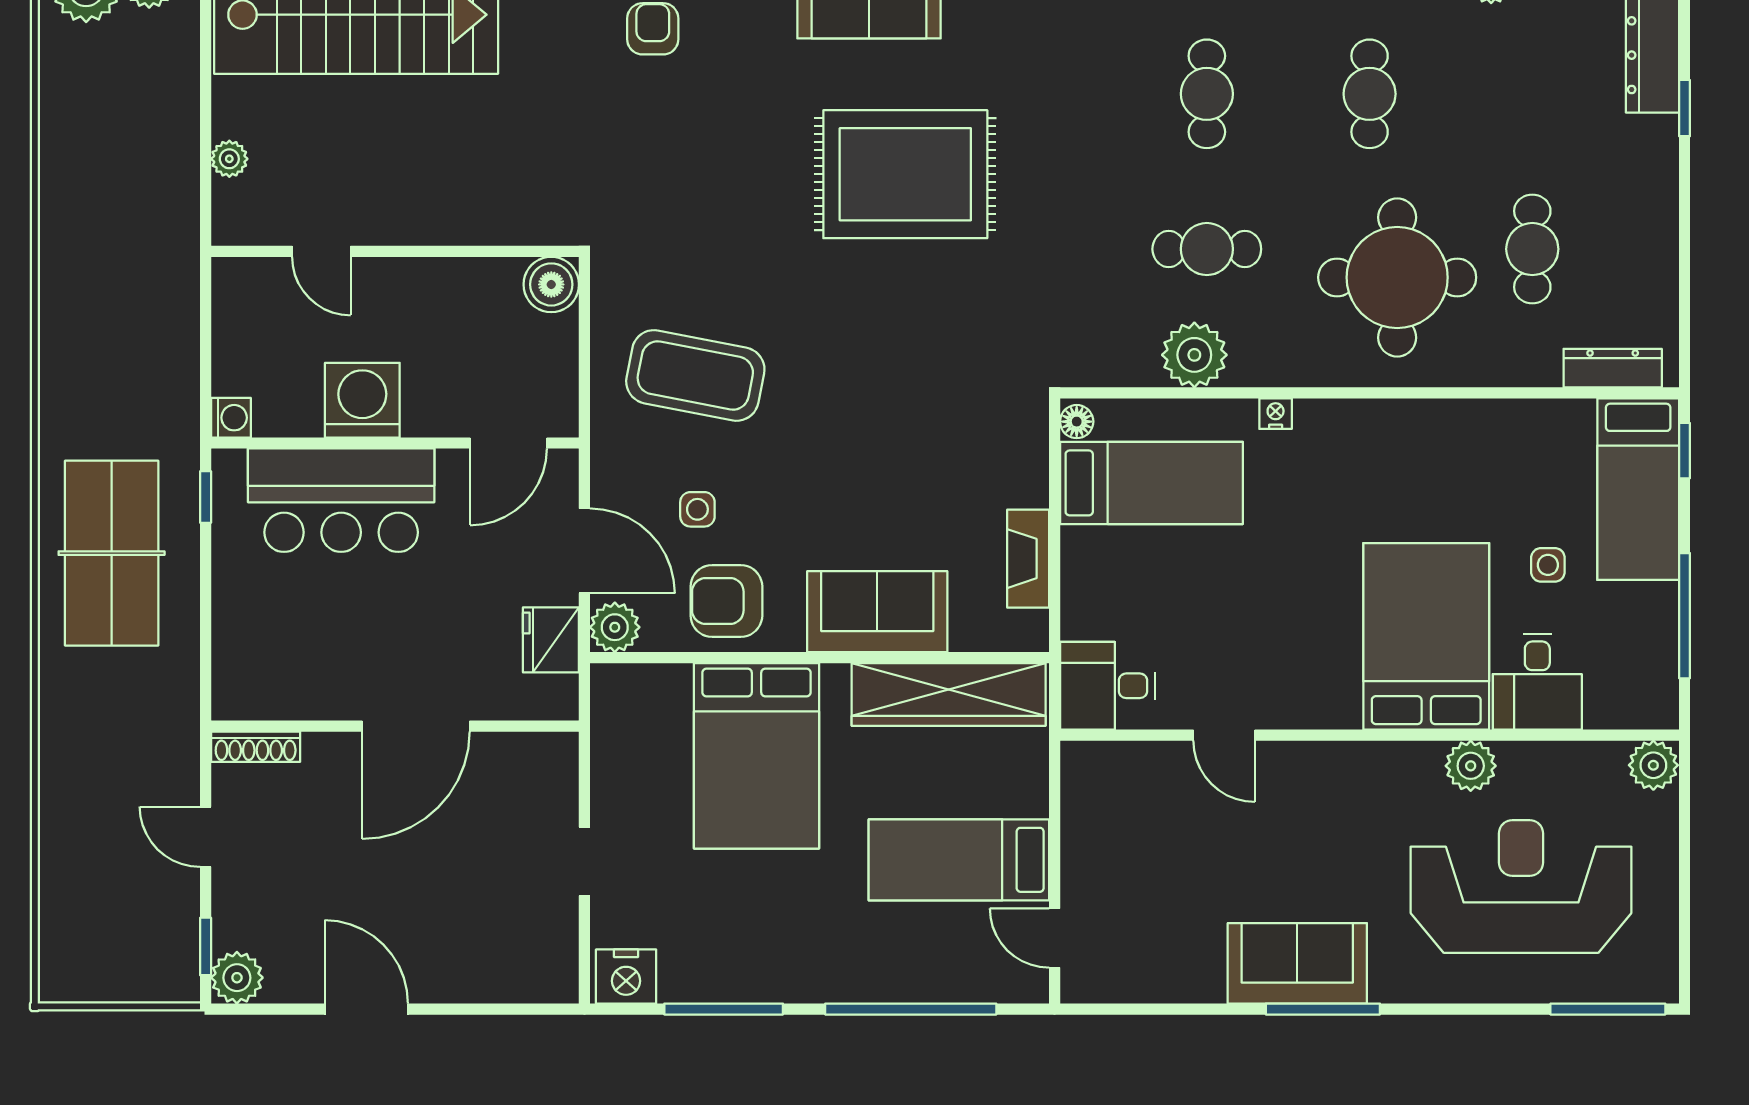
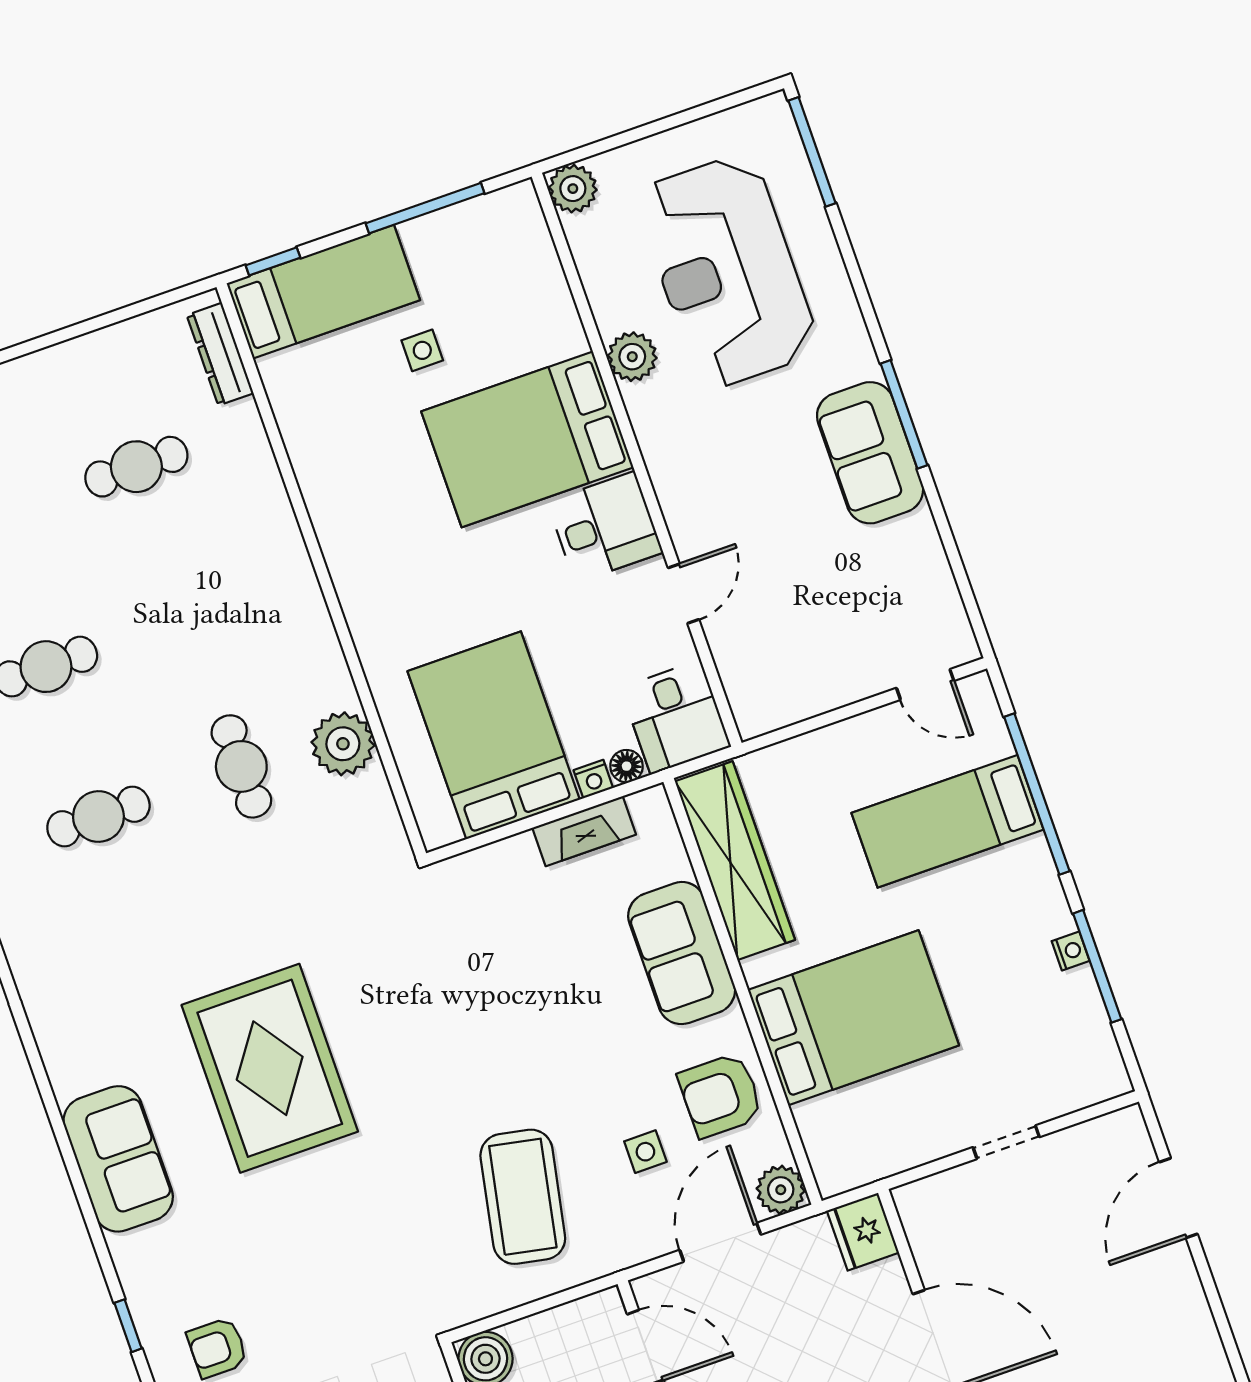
round table: (1397, 277) -> (206, 582), removed
nightstand: (1276, 414) -> (593, 779), moved, turned -90
floor lamp: (1077, 422) -> (627, 766), moved
bed: (1151, 483) -> (494, 735), width x1.50
armchair: (726, 601) -> (721, 1095), turned 90
fridge: (551, 640) -> (863, 1232), moved, turned 90
desk: (1537, 682) -> (605, 527), moved
bed: (959, 860) -> (948, 821), moved, turned 90
door: (1055, 938) -> (925, 684), hinge flipped
nightstand: (626, 976) -> (1071, 951), moved, width x0.53, depth x0.56
door: (366, 1009) -> (1178, 1198), moved

